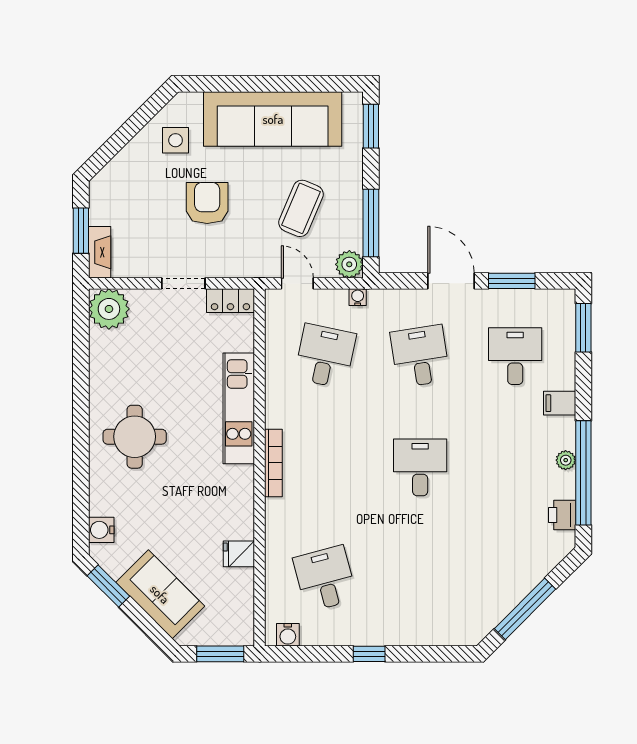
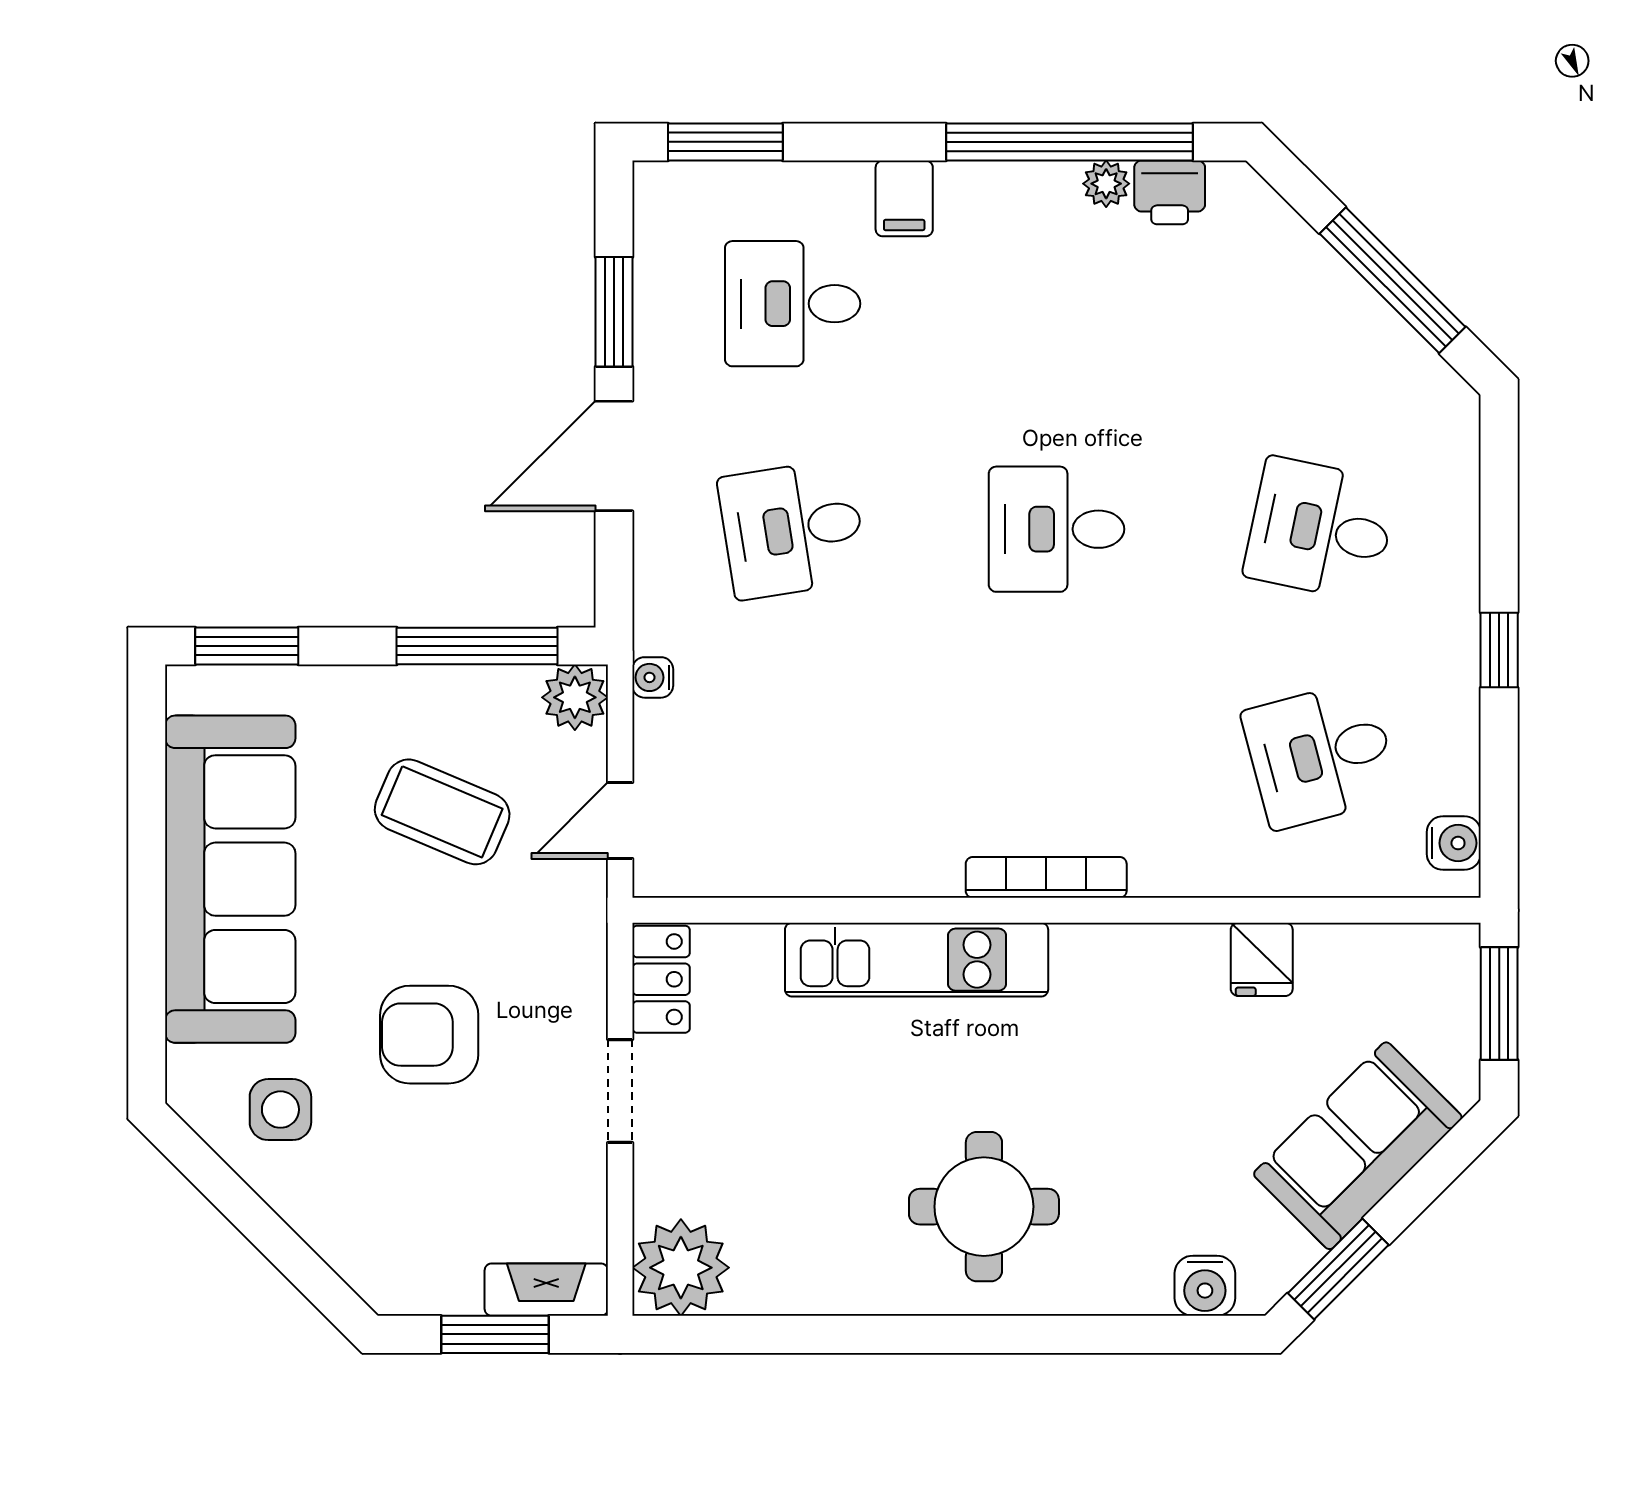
desk: (325, 356) -> (1320, 529), moved
plant: (566, 460) -> (1106, 184), moved

